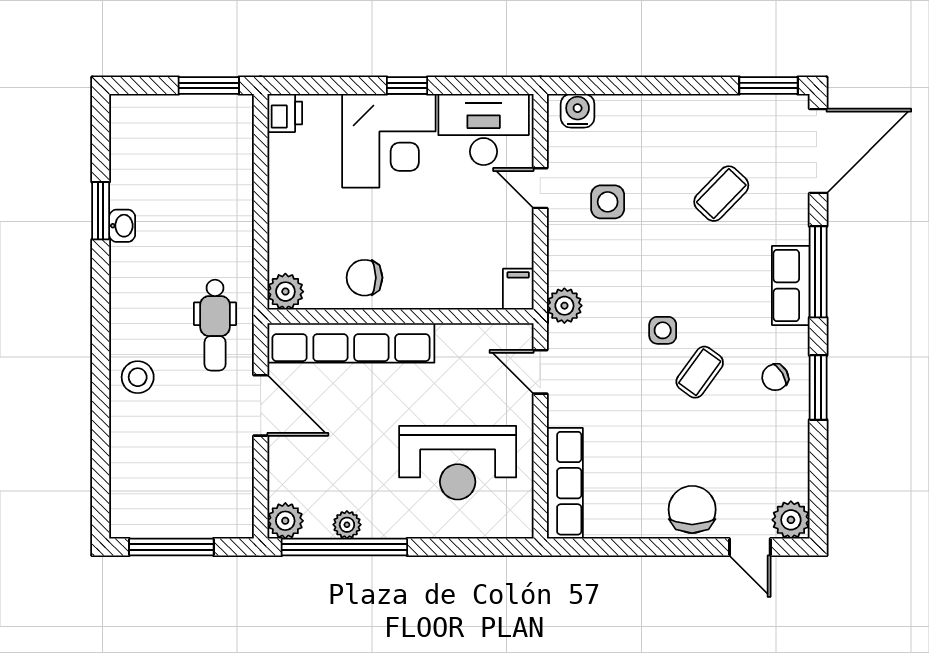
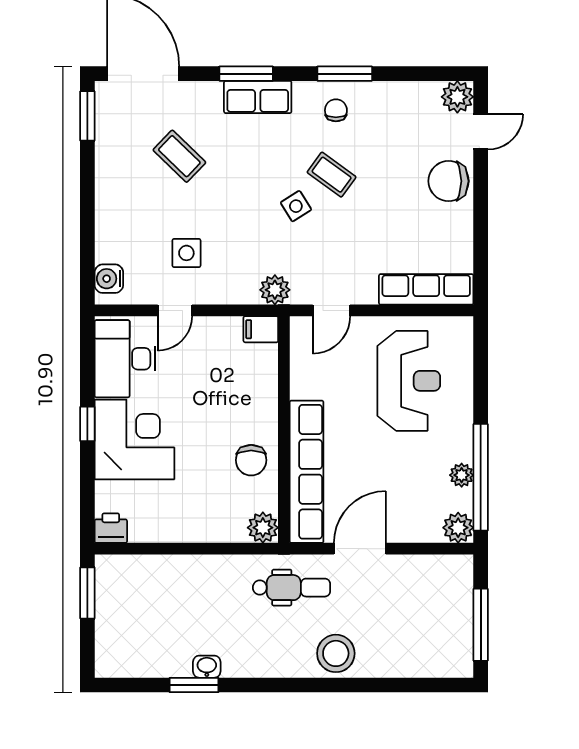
window: (818, 272) -> (246, 74), width x0.69
side table: (663, 330) -> (296, 206), turned -32
stool: (138, 377) -> (336, 653), width x1.38, depth x1.38
chair: (775, 377) -> (336, 110), turned -149

